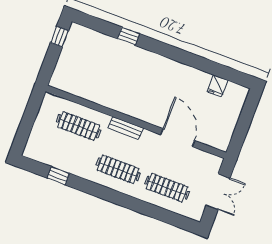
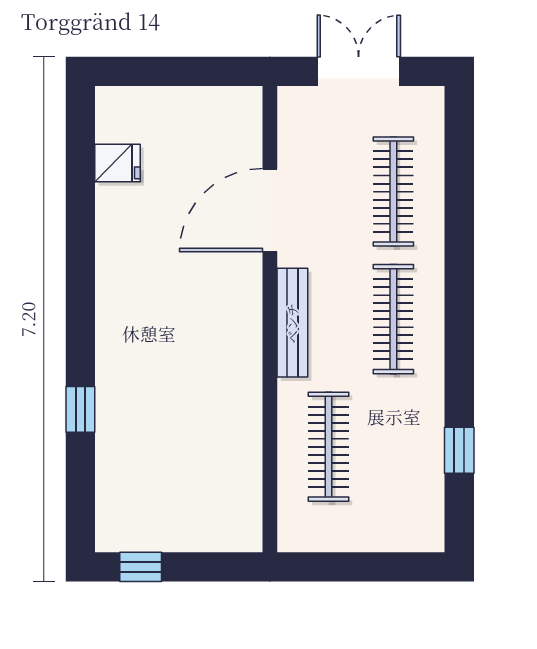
bench: (126, 128) -> (292, 323), width x1.36

